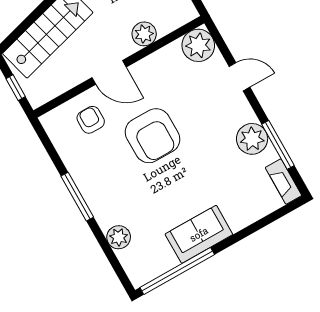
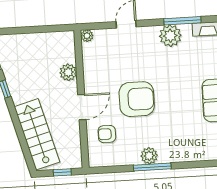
plant: (198, 45) -> (87, 36), width x0.53, depth x0.53
plant: (119, 237) -> (149, 156), moved

